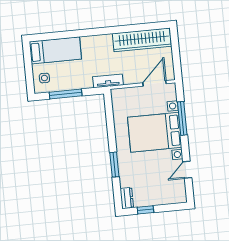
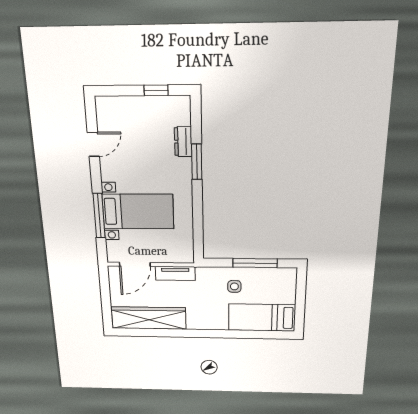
side table: (44, 78) -> (234, 286), moved
tv unit: (108, 81) -> (175, 273), moved
bed with nightstands: (155, 132) -> (138, 211), width x0.73
dresser: (127, 198) -> (183, 142), moved

